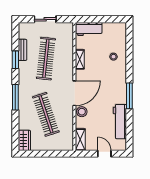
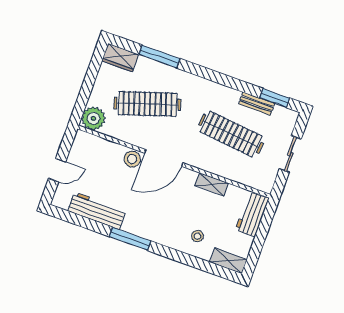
window: (15, 60) -> (275, 98), moved
door: (74, 93) -> (164, 158), hinge flipped
window: (15, 97) -> (159, 57), moved
shelving: (80, 140) -> (228, 261), moved
plant: (66, 143) -> (93, 118), added

